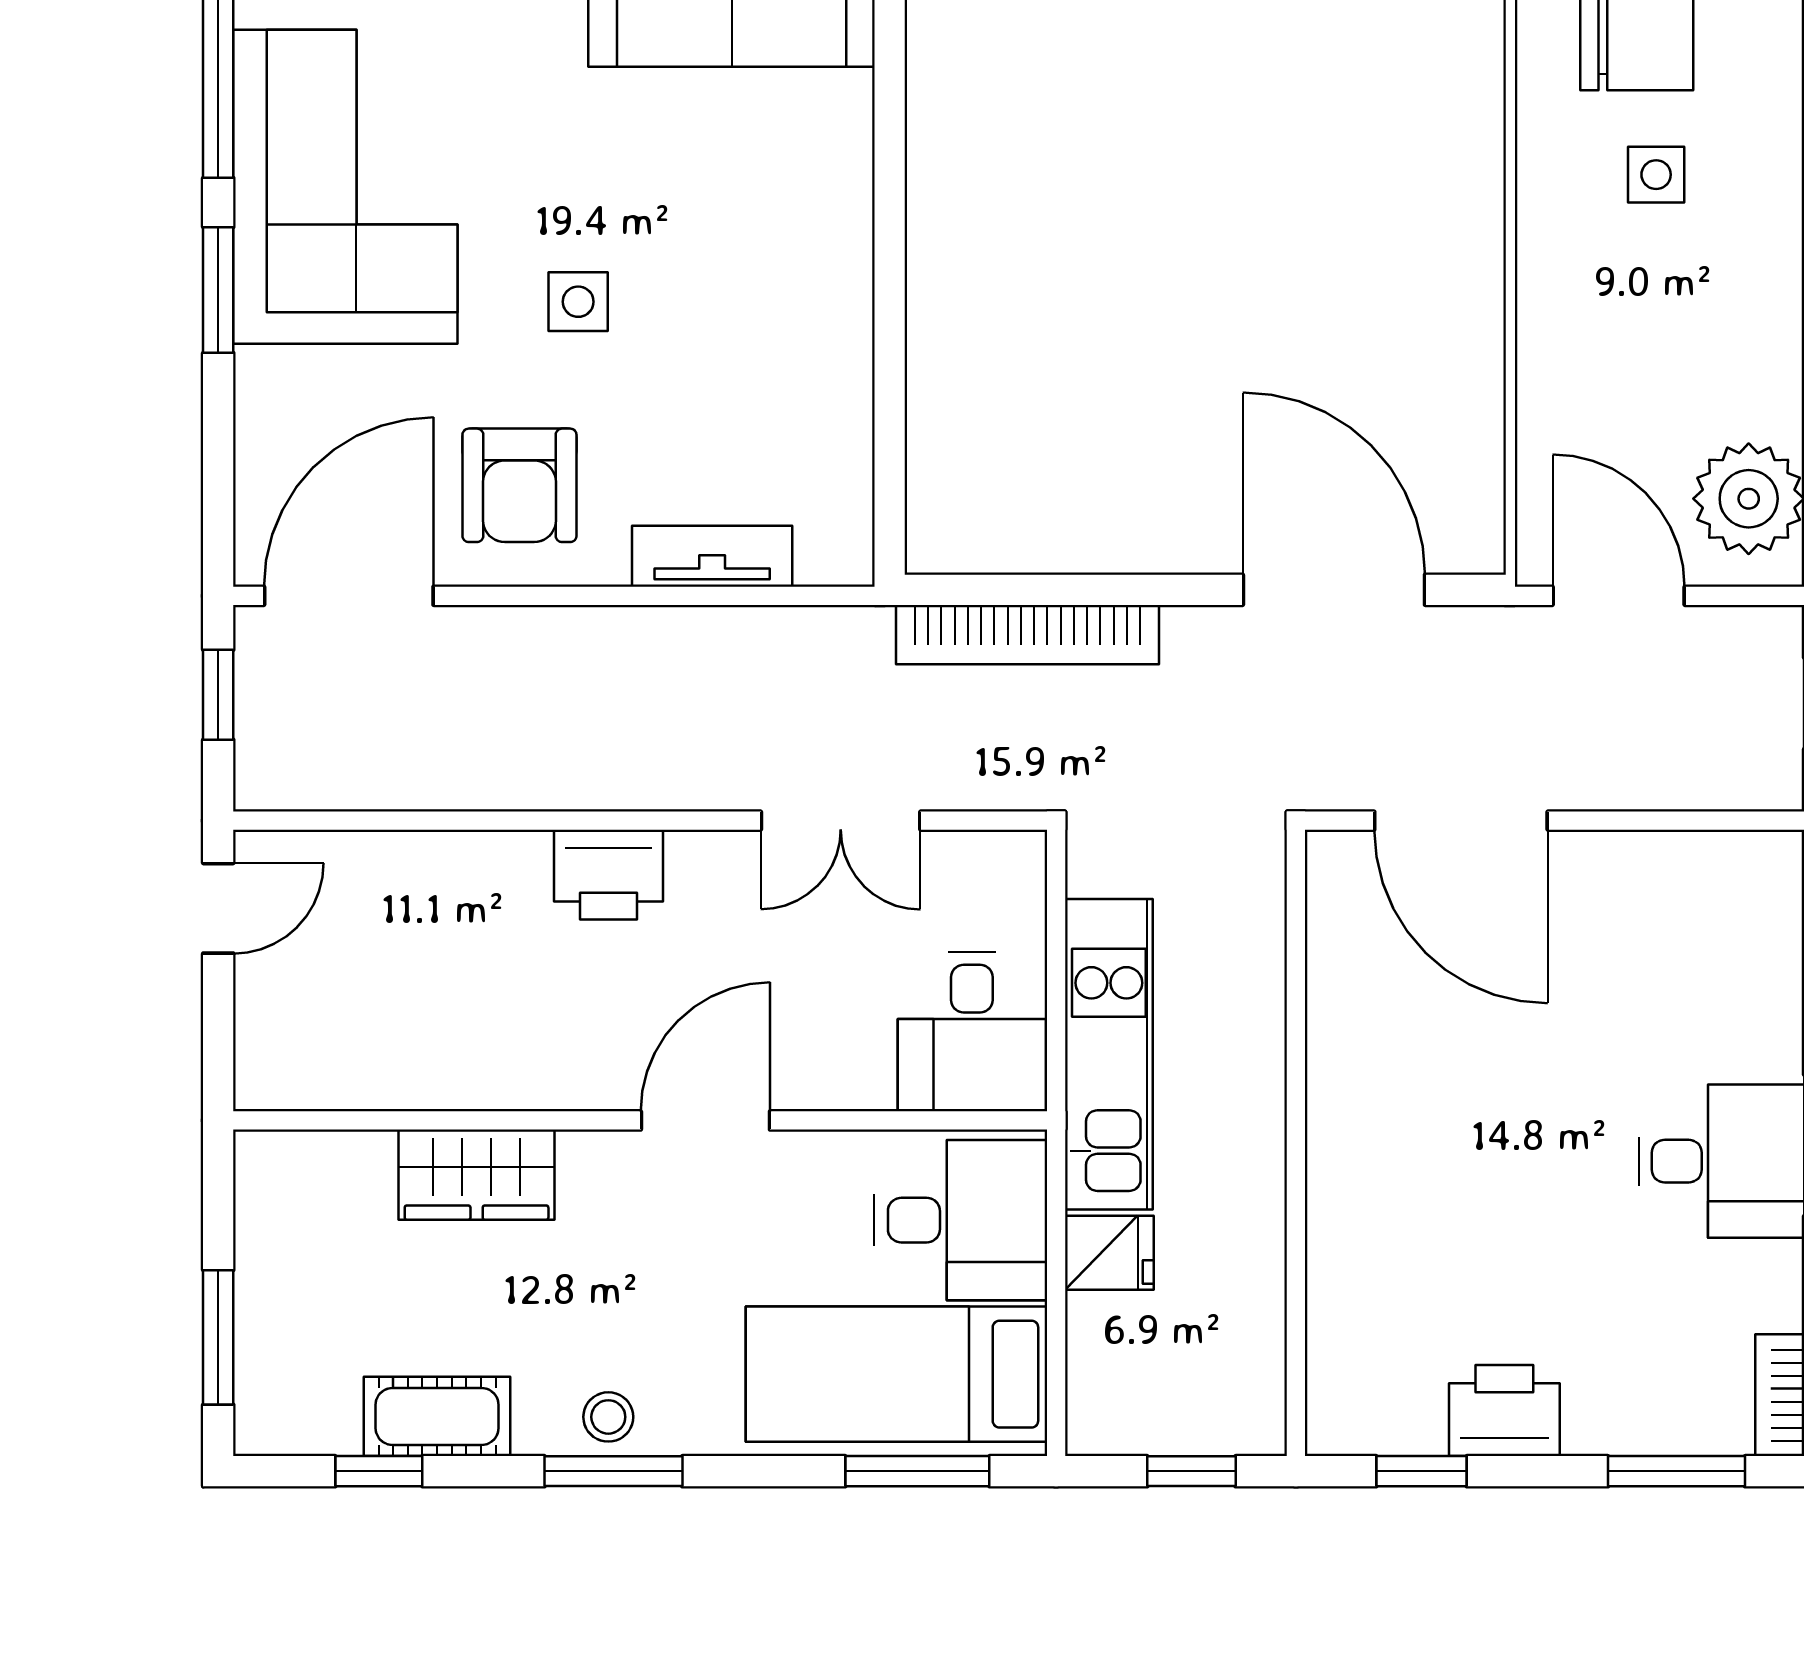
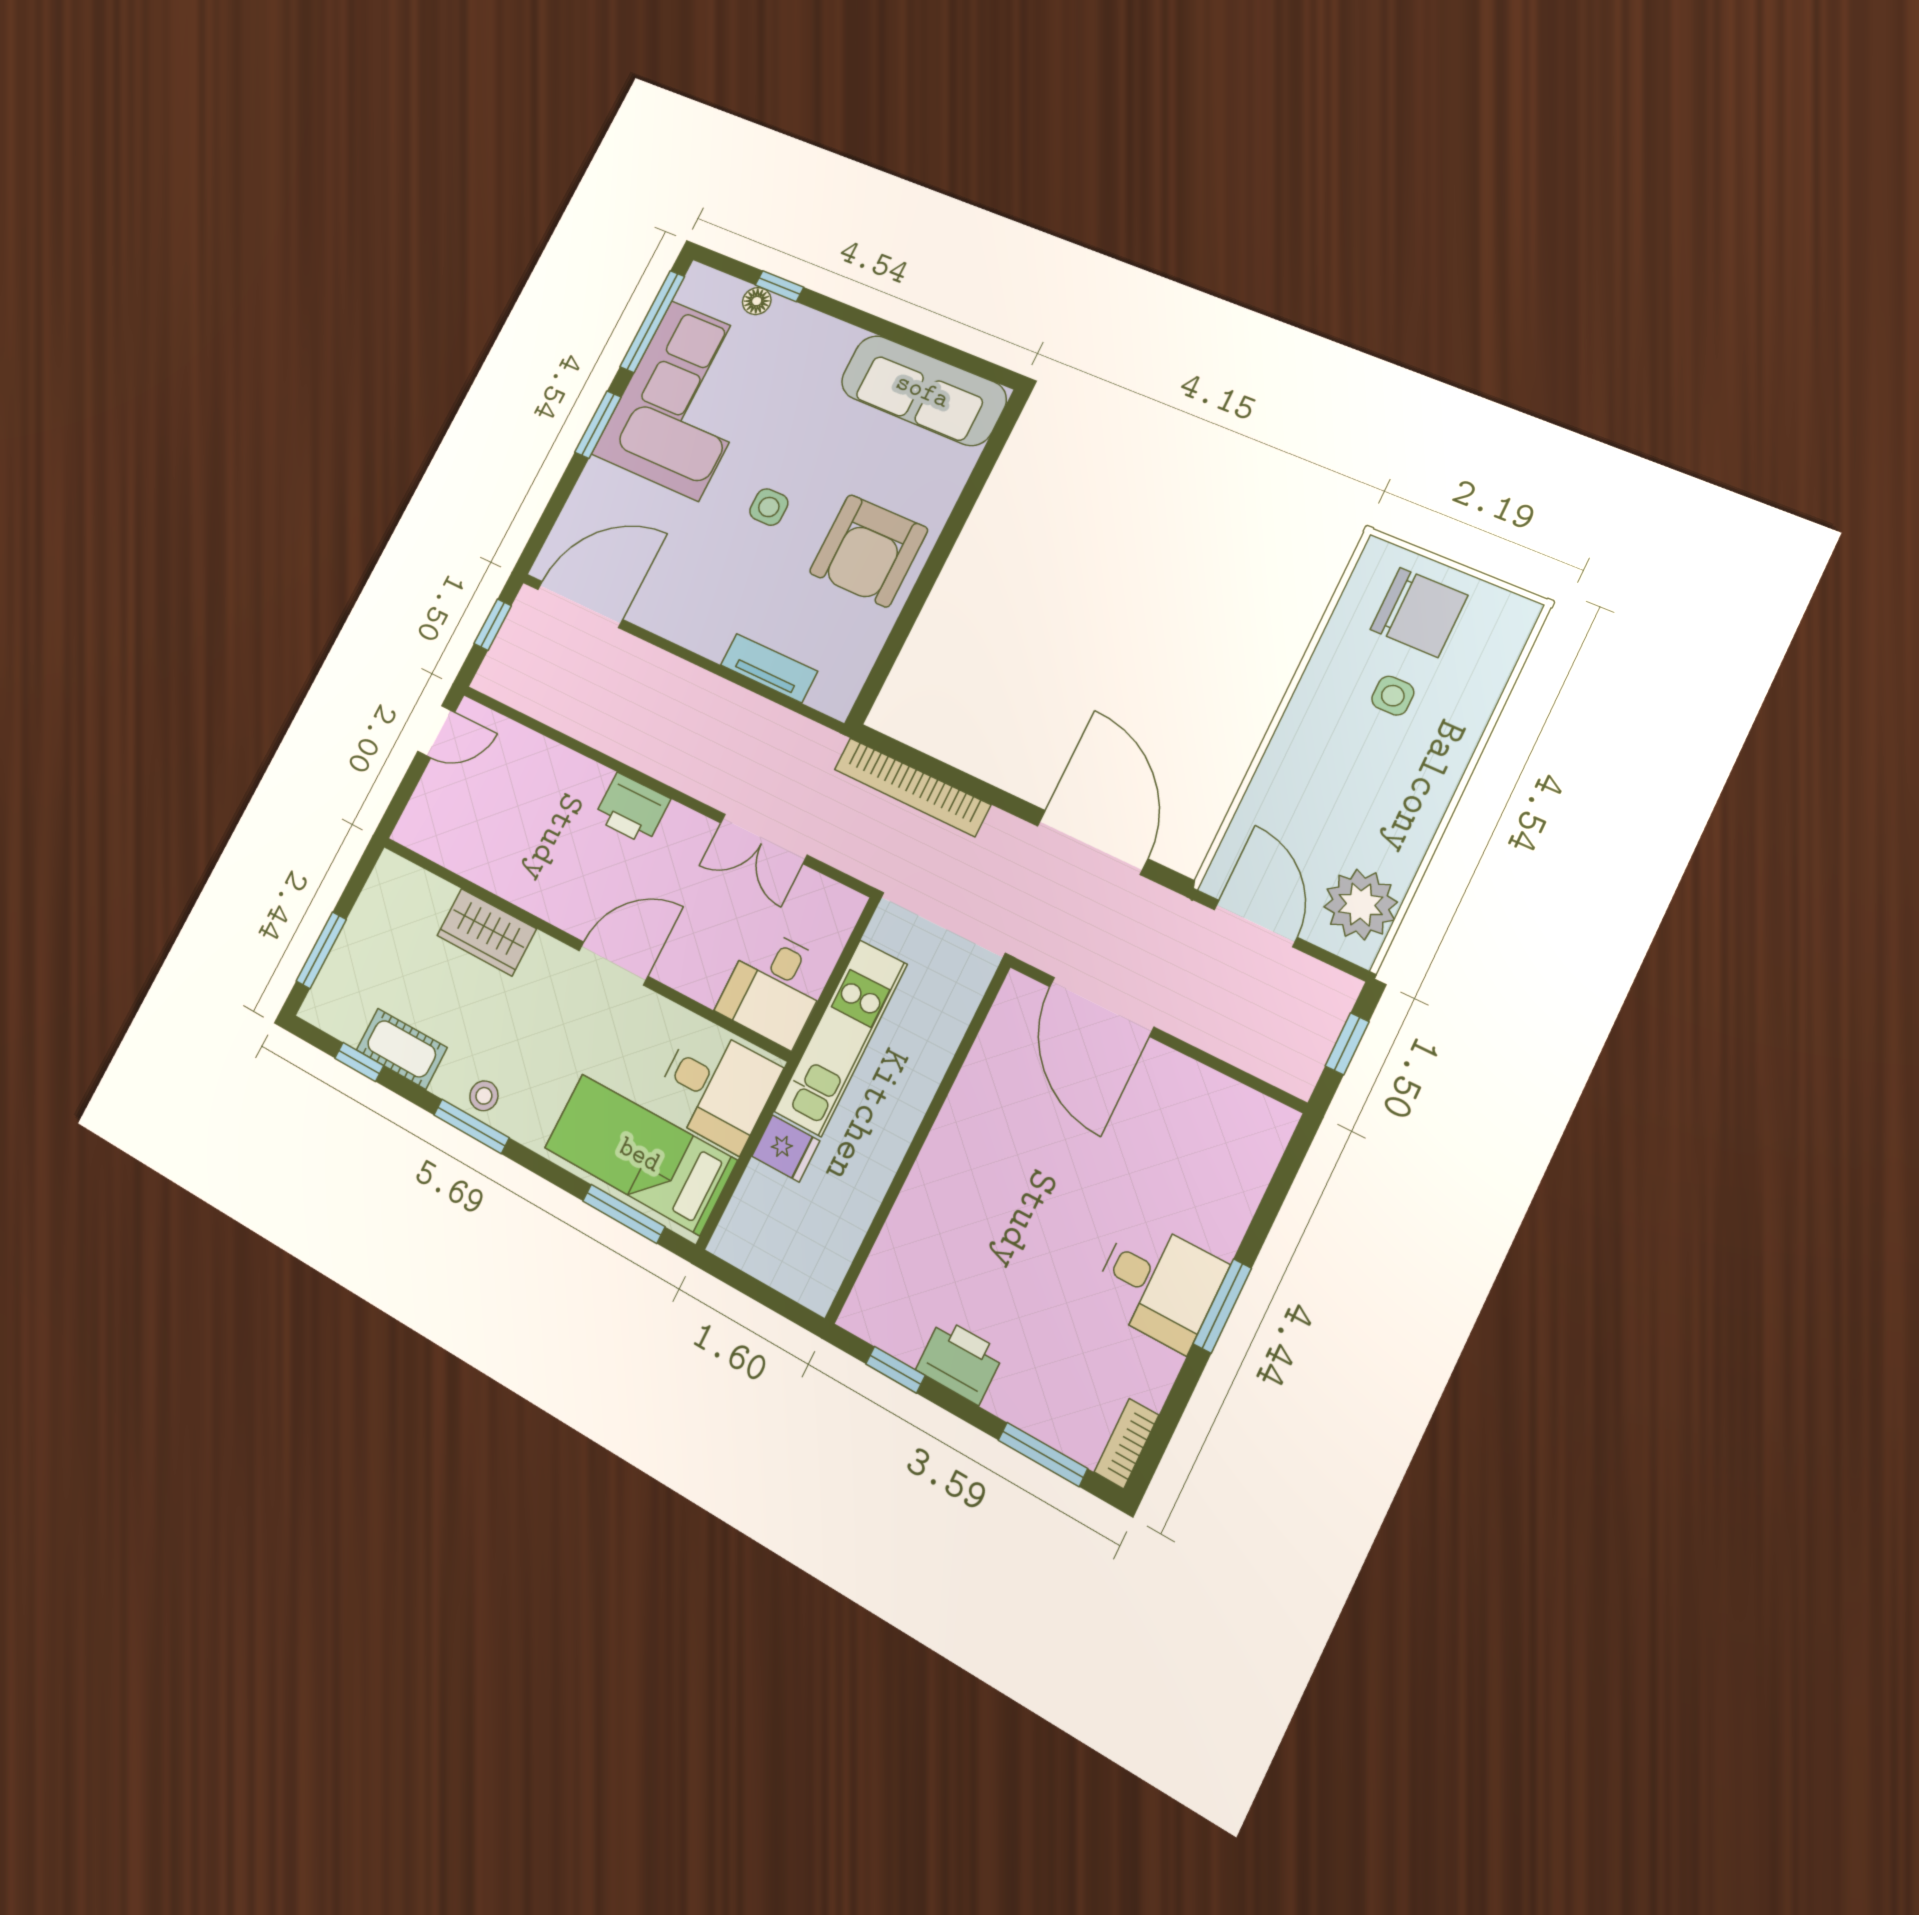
armchair: (519, 485) -> (868, 551), moved, width x1.36, depth x1.36
window: (1191, 1471) -> (768, 1297), removed

